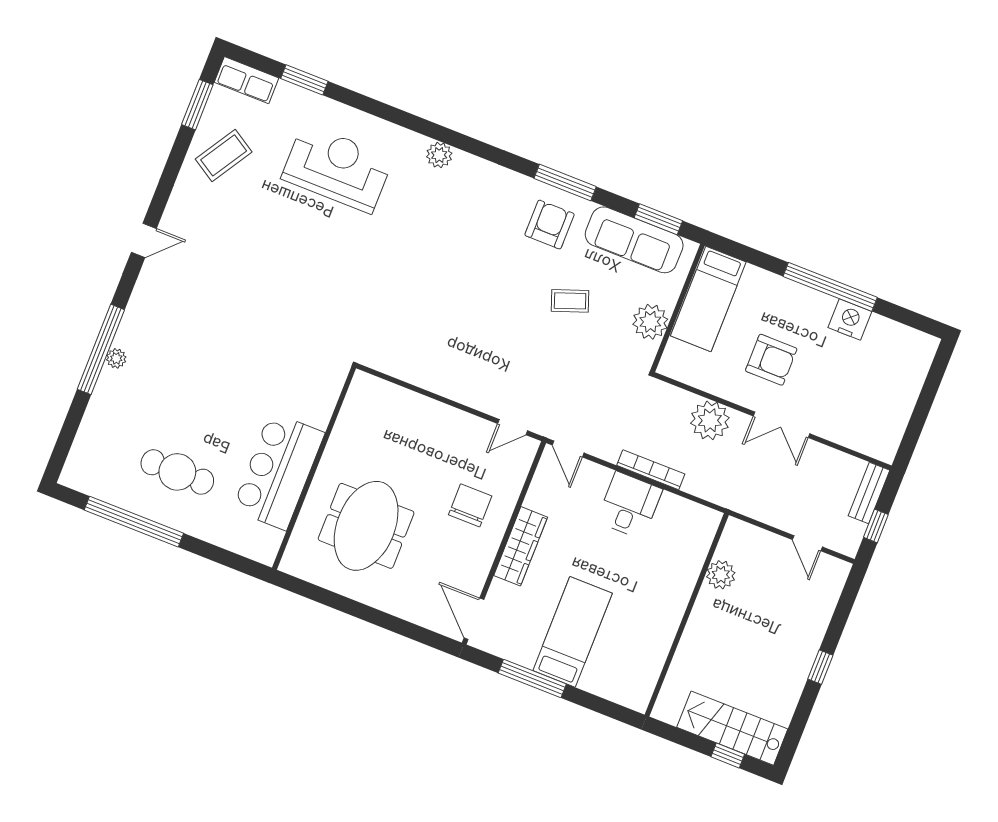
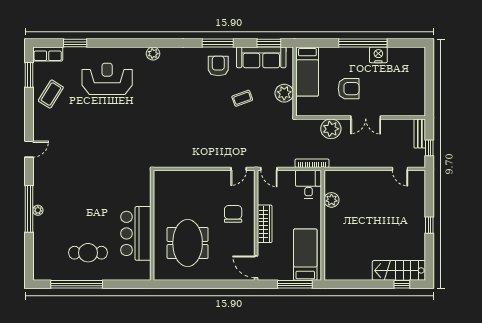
plant: (721, 575) -> (331, 200), moved
wall: (687, 615) -> (323, 225), moved

